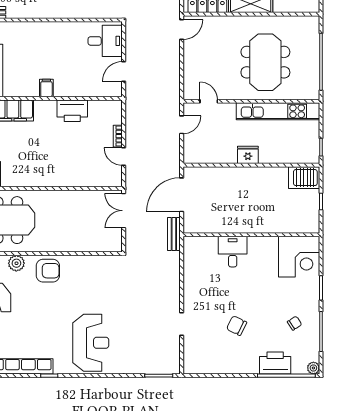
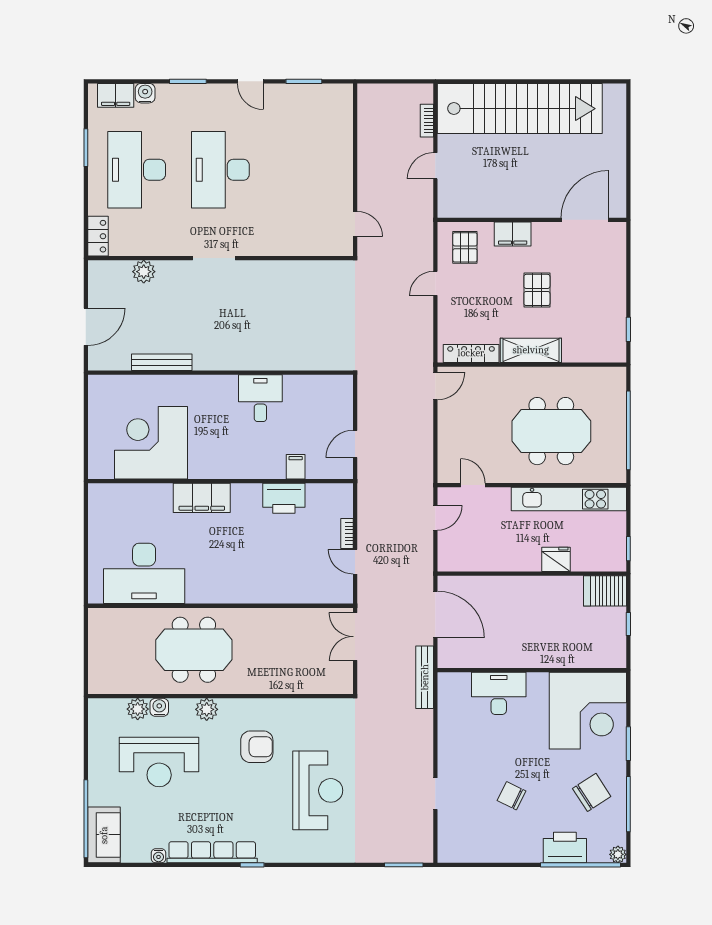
desk: (105, 41) -> (260, 398), moved, turned -90
meeting table: (265, 62) -> (551, 431), turned 90
filing cabinet: (46, 88) -> (296, 467), moved
fridge: (248, 155) -> (556, 559), moved
door: (182, 195) -> (435, 615), swing flipped
bench: (174, 234) -> (425, 677), width x1.36
desk: (233, 252) -> (499, 693), width x1.37
corner desk: (299, 257) -> (588, 711), width x1.36, depth x1.36
armchair: (48, 271) -> (257, 747), moved
chair: (295, 323) -> (592, 792), width x1.87, depth x1.87
reception desk: (91, 343) -> (318, 790), moved

